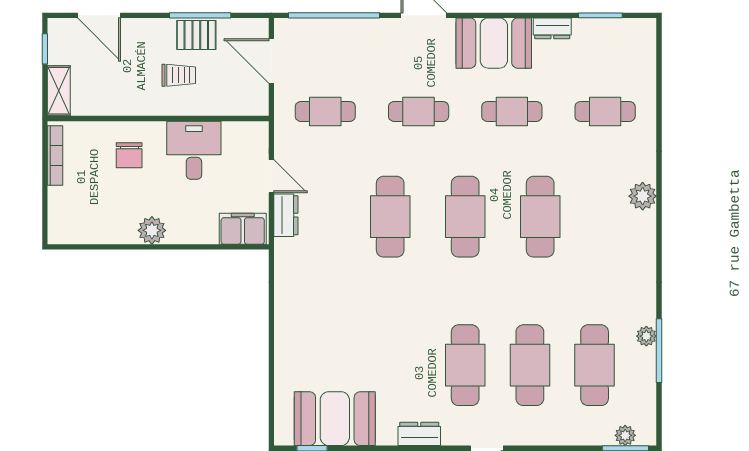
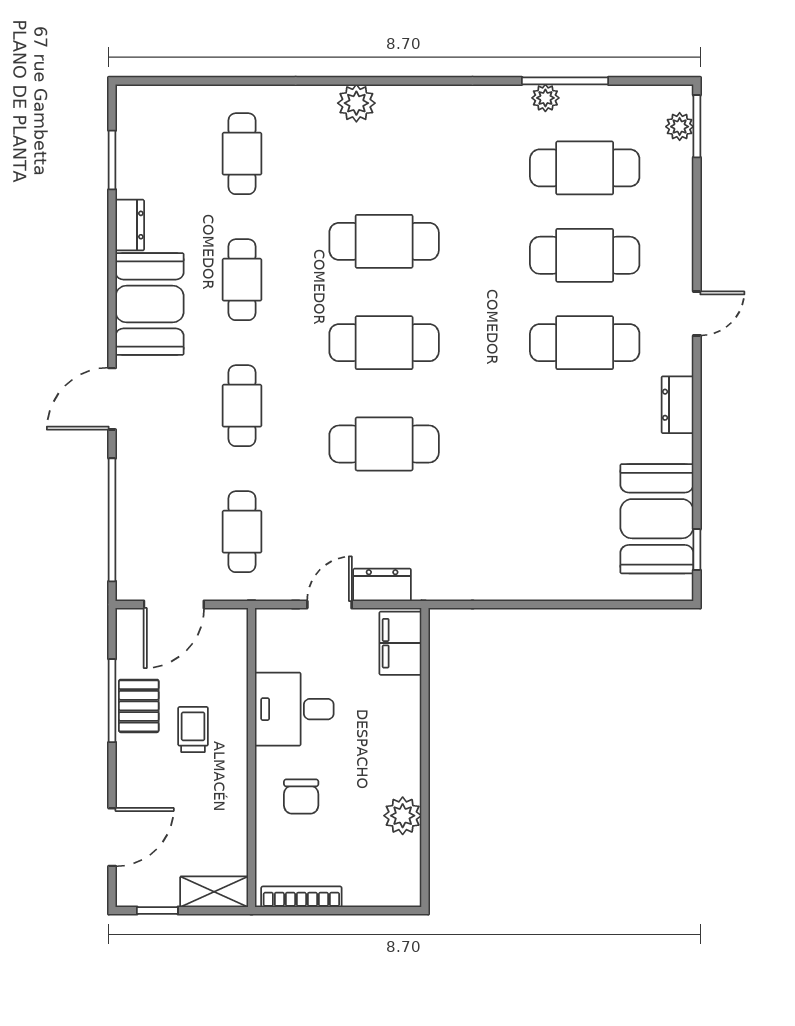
chair: (129, 155) -> (301, 797), turned 90
plant: (152, 230) -> (403, 816), moved

